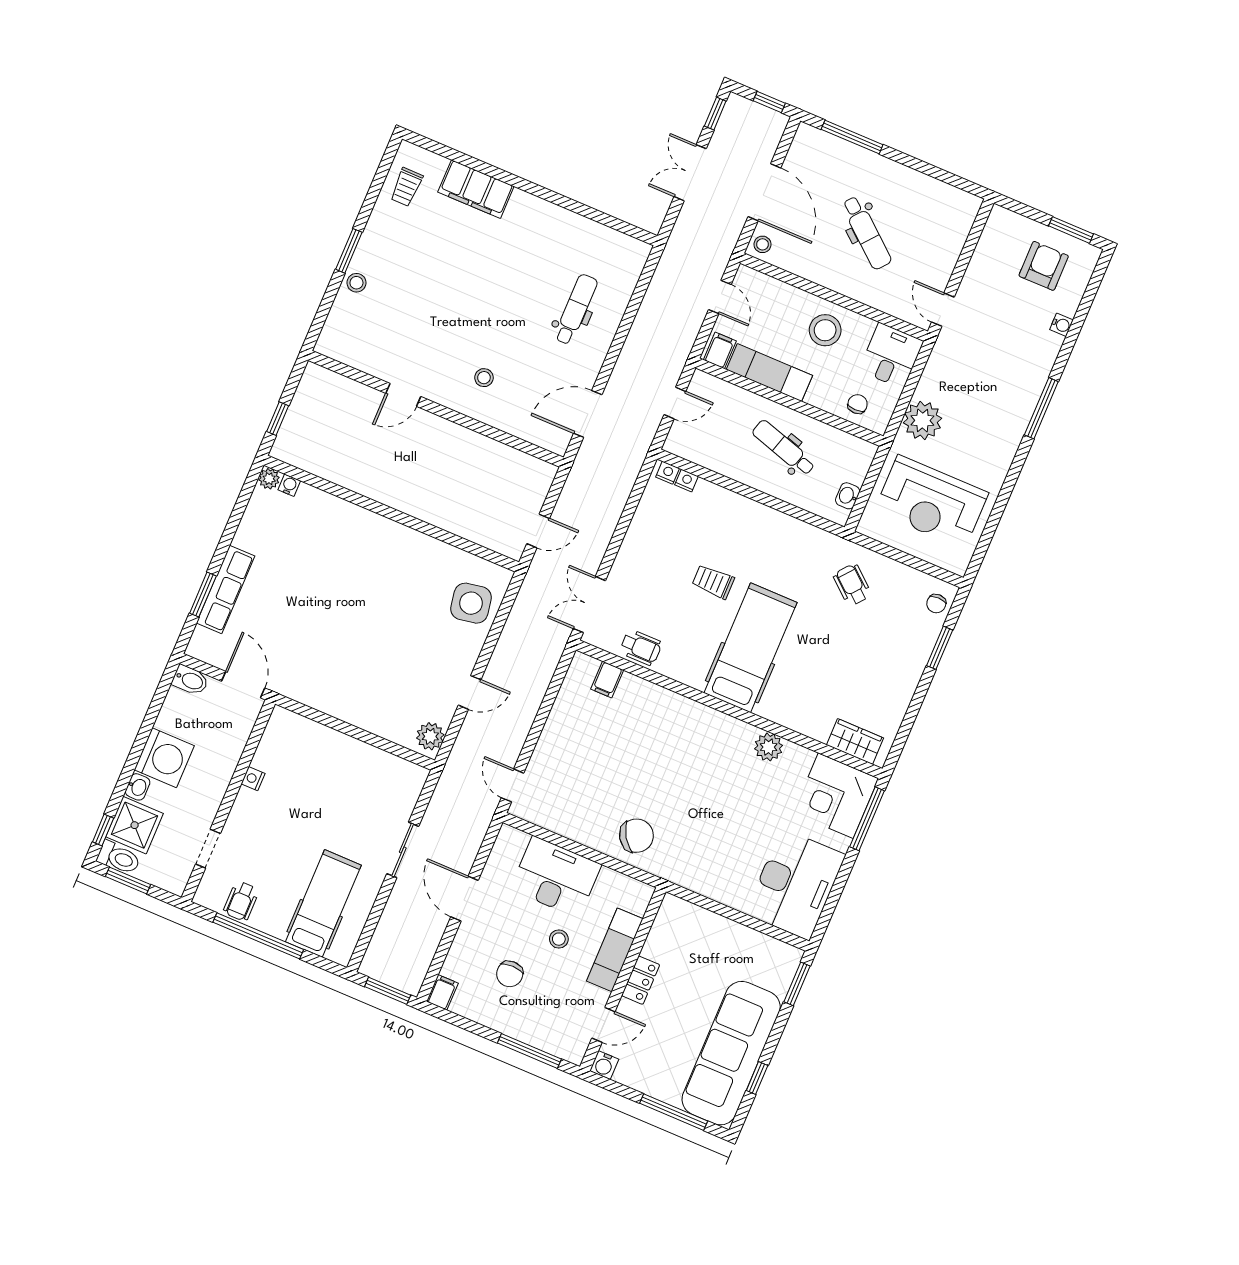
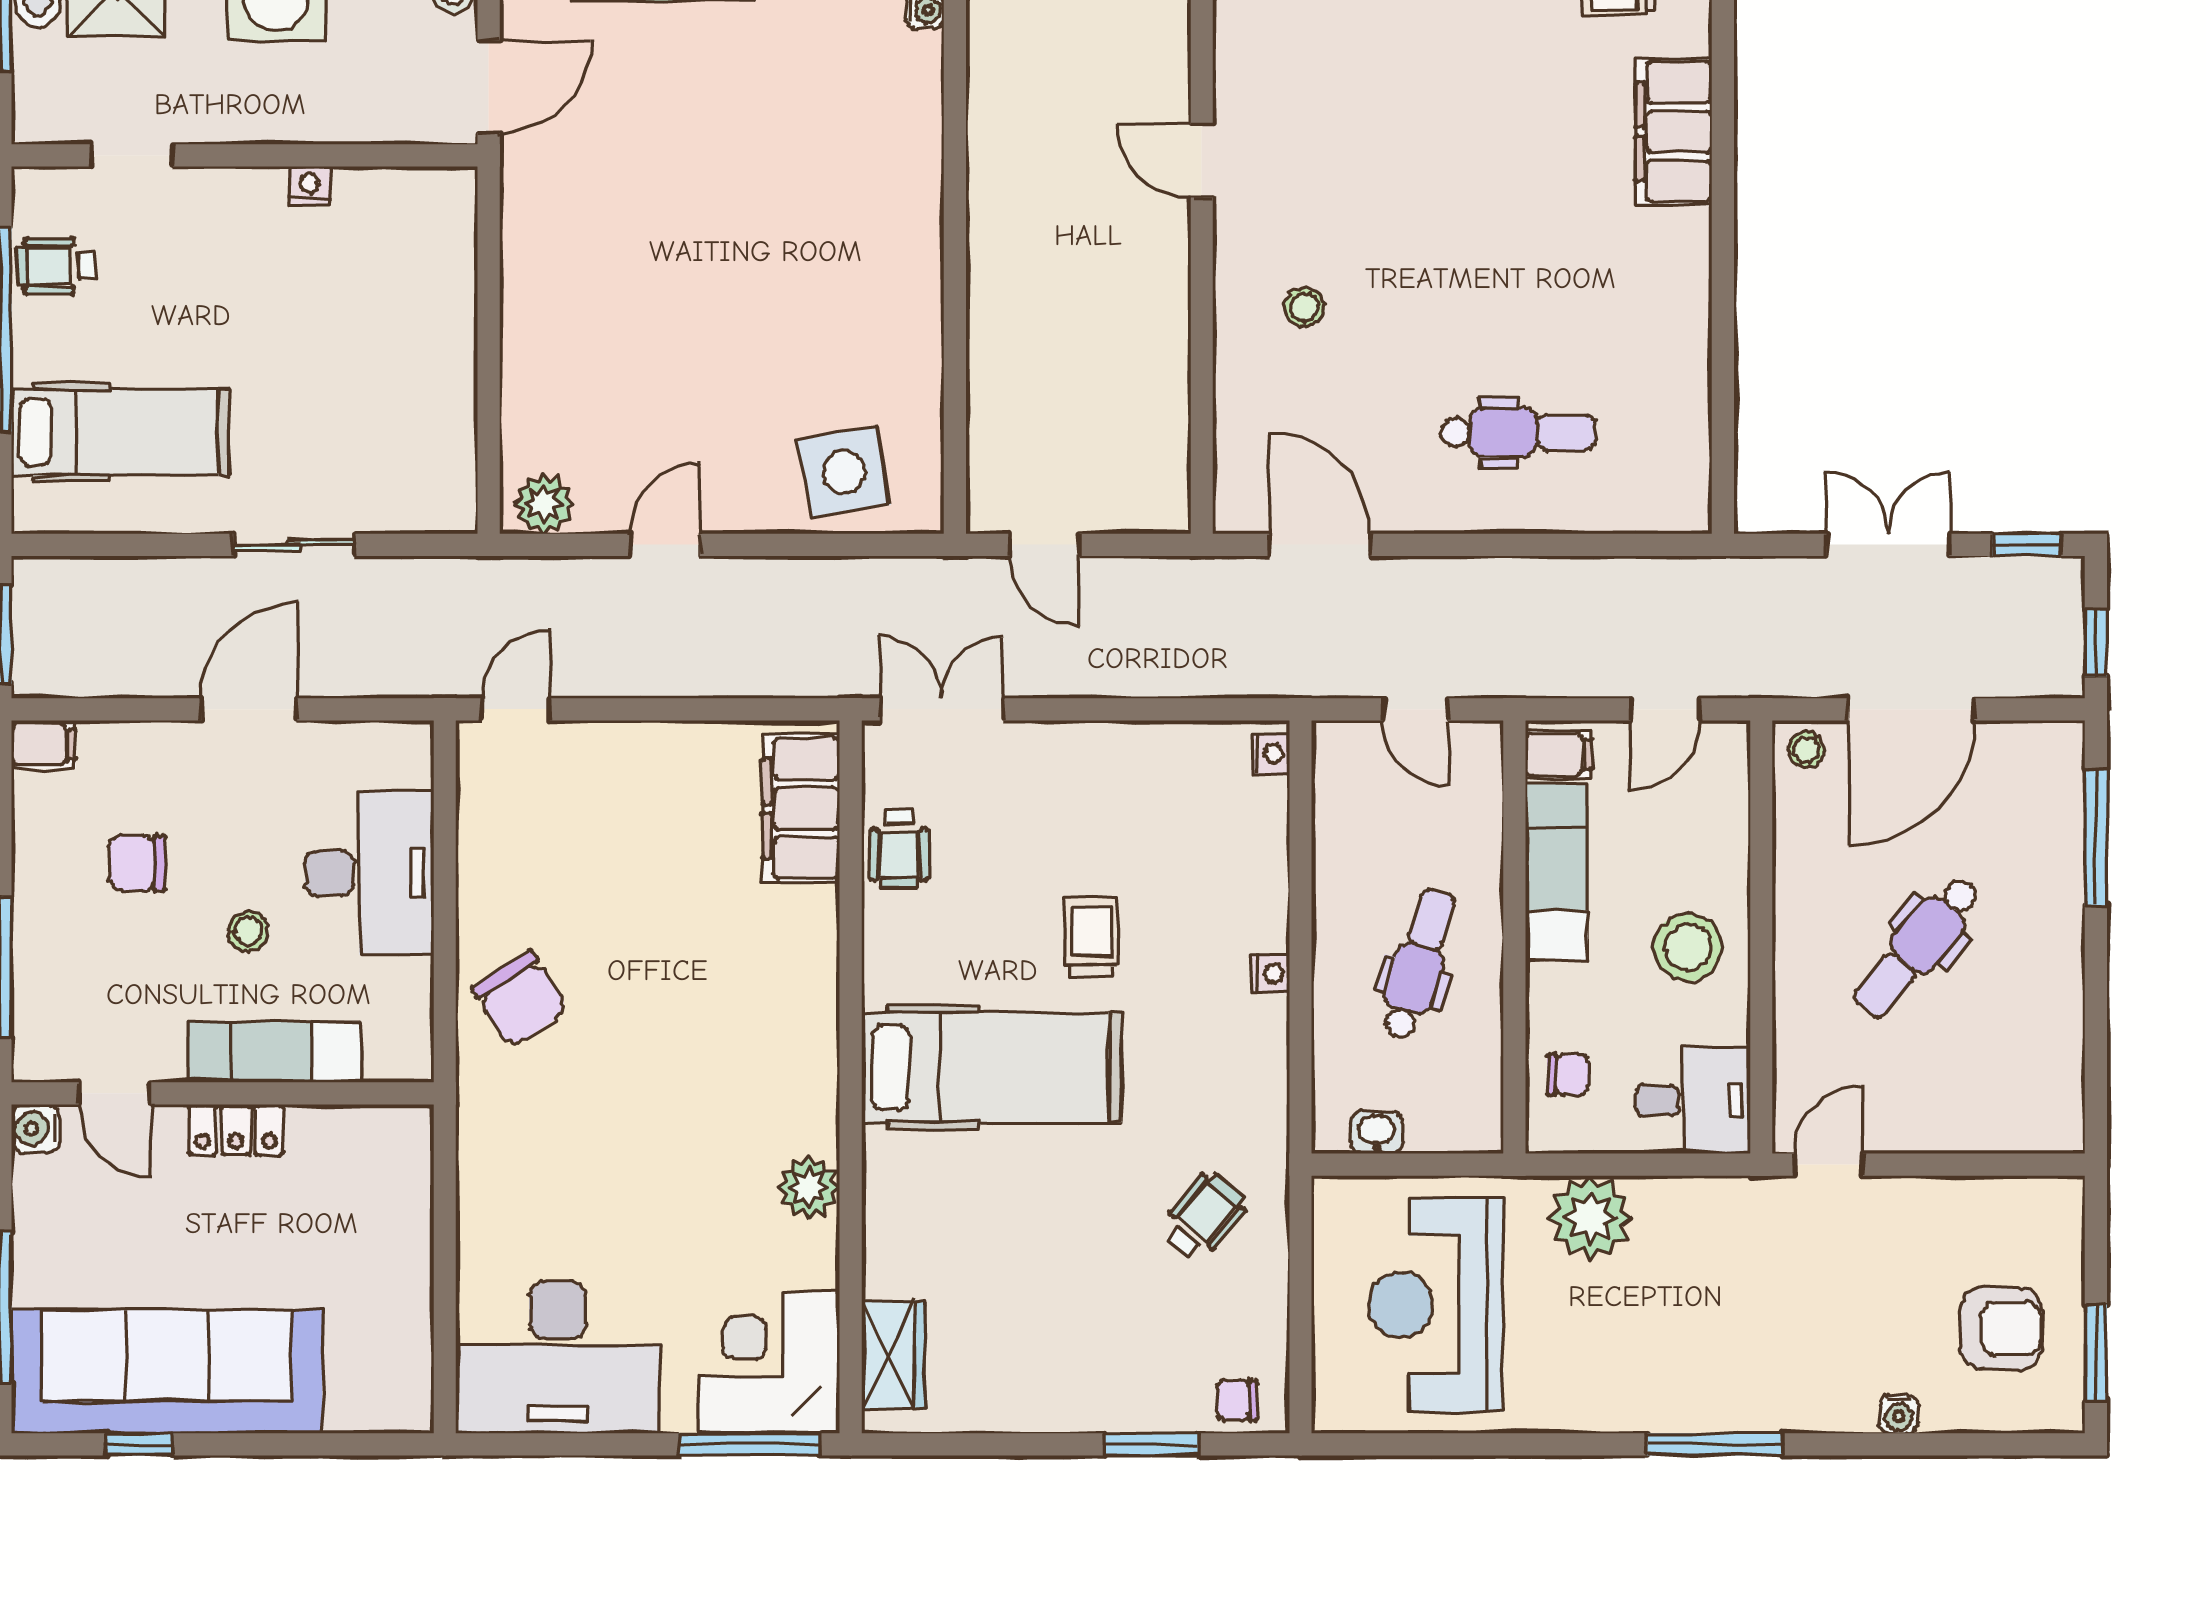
nightstand: (687, 481) -> (1271, 973), moved
filing cabinet: (607, 680) -> (801, 808), width x3.00, depth x1.17
door: (470, 692) -> (665, 545), swing flipped
window: (797, 984) -> (361, 1444), removed

